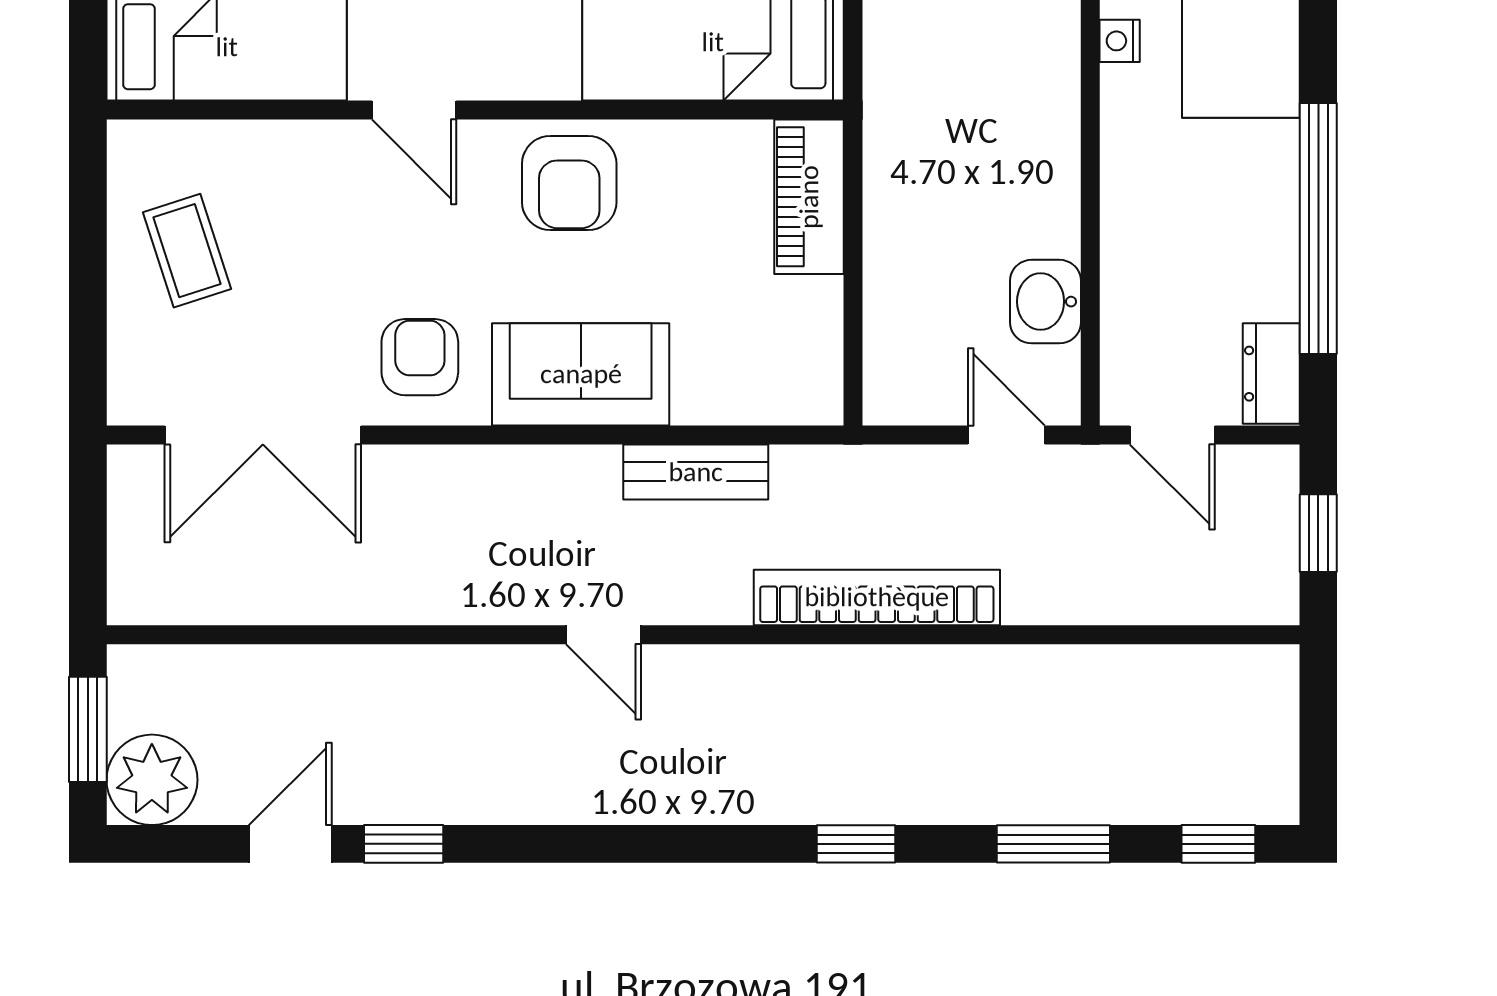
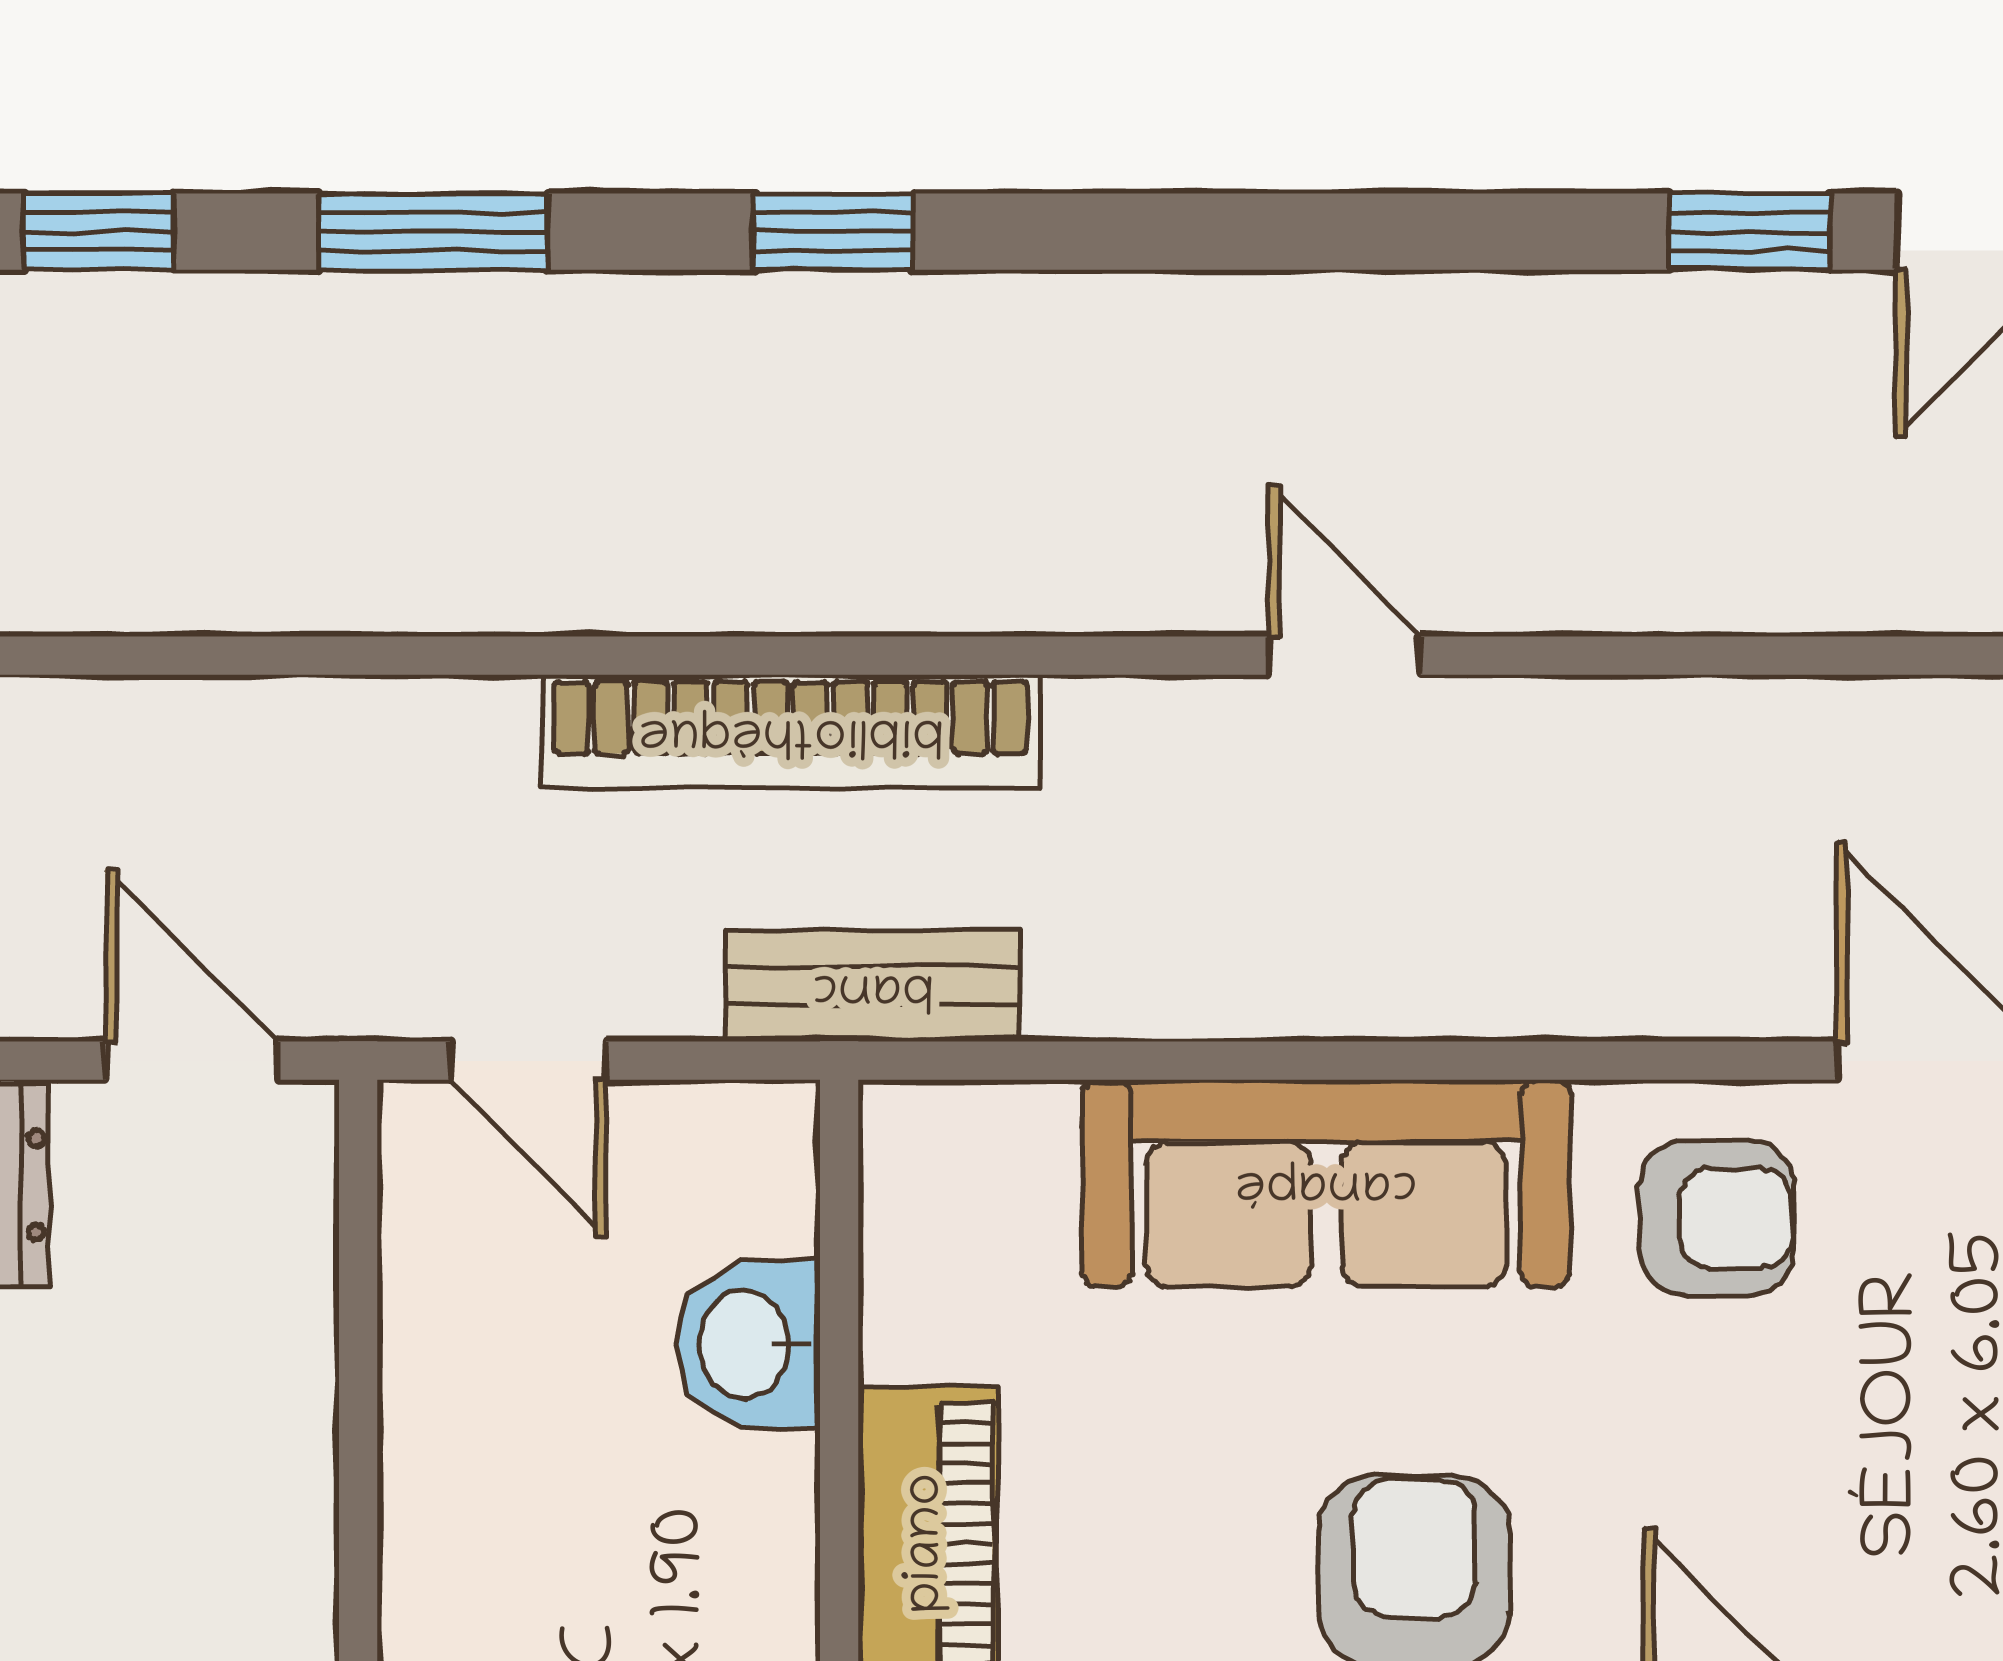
washbasin: (1046, 302) -> (748, 1344), moved, turned 180
armchair: (420, 357) -> (1717, 1218), turned -90
sofa: (581, 374) -> (1326, 1183), width x1.36
bench: (696, 472) -> (873, 986), moved

